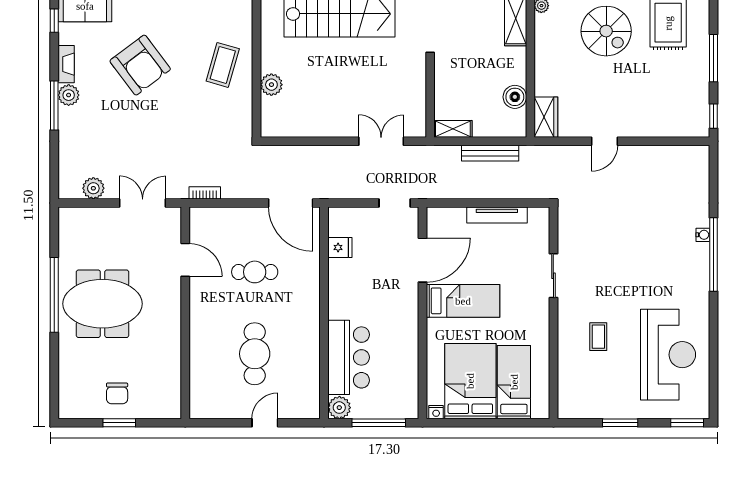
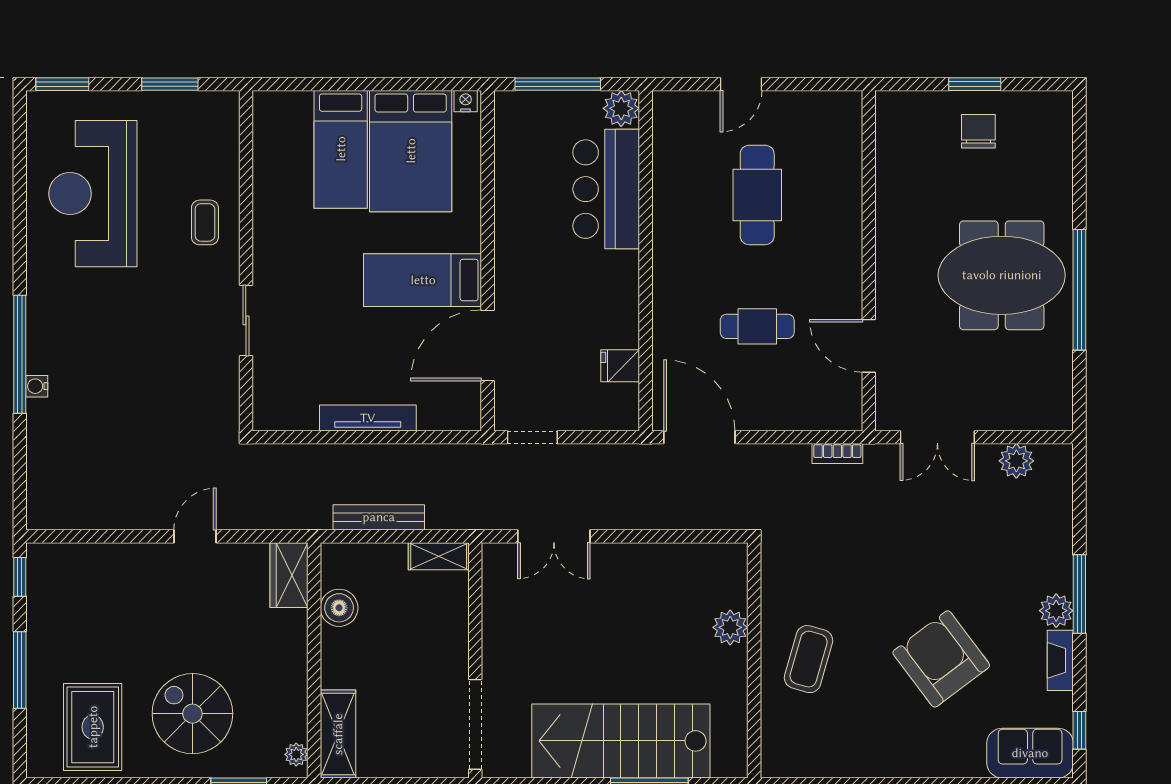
sliding door: (553, 276) -> (246, 320), moved
wall: (553, 313) -> (246, 261), moved

